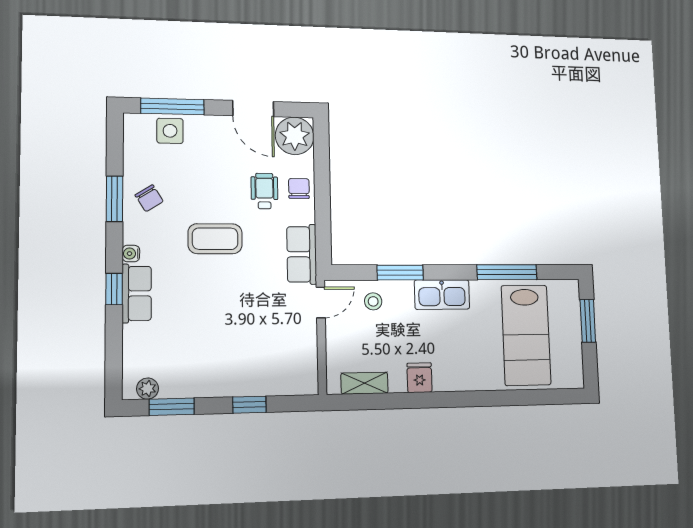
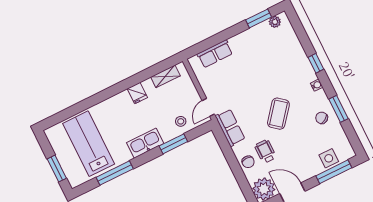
wheelchair: (264, 191) -> (265, 151), turned 180
coffee table: (215, 239) -> (278, 114), turned -51
row of seats: (137, 293) -> (215, 54), moved, turned -90
window: (249, 405) -> (220, 38), removed

